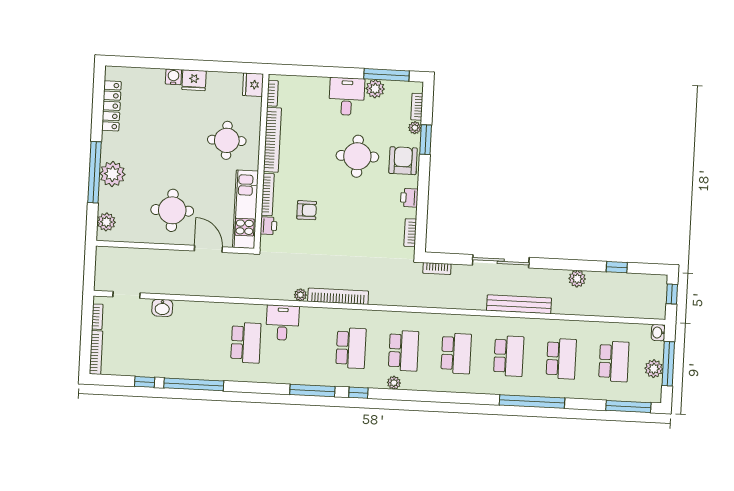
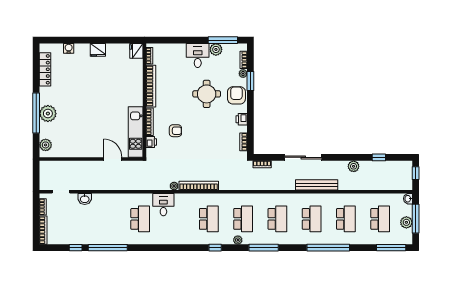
water cooler: (173, 77) -> (69, 48), moved
round table: (227, 140) -> (121, 88), removed
round table: (172, 210) -> (88, 135), removed
window: (312, 390) -> (264, 248), moved

